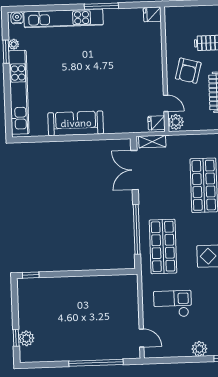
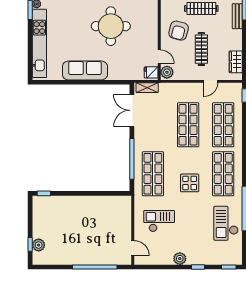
round table: (105, 68) -> (111, 26), added

